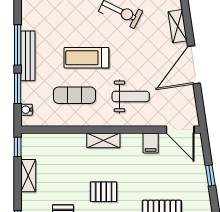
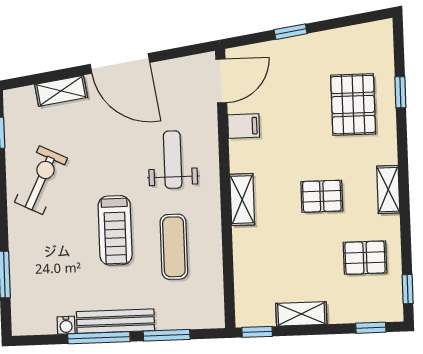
water cooler: (27, 110) -> (66, 325), moved
pallet: (104, 192) -> (322, 196), turned 90

